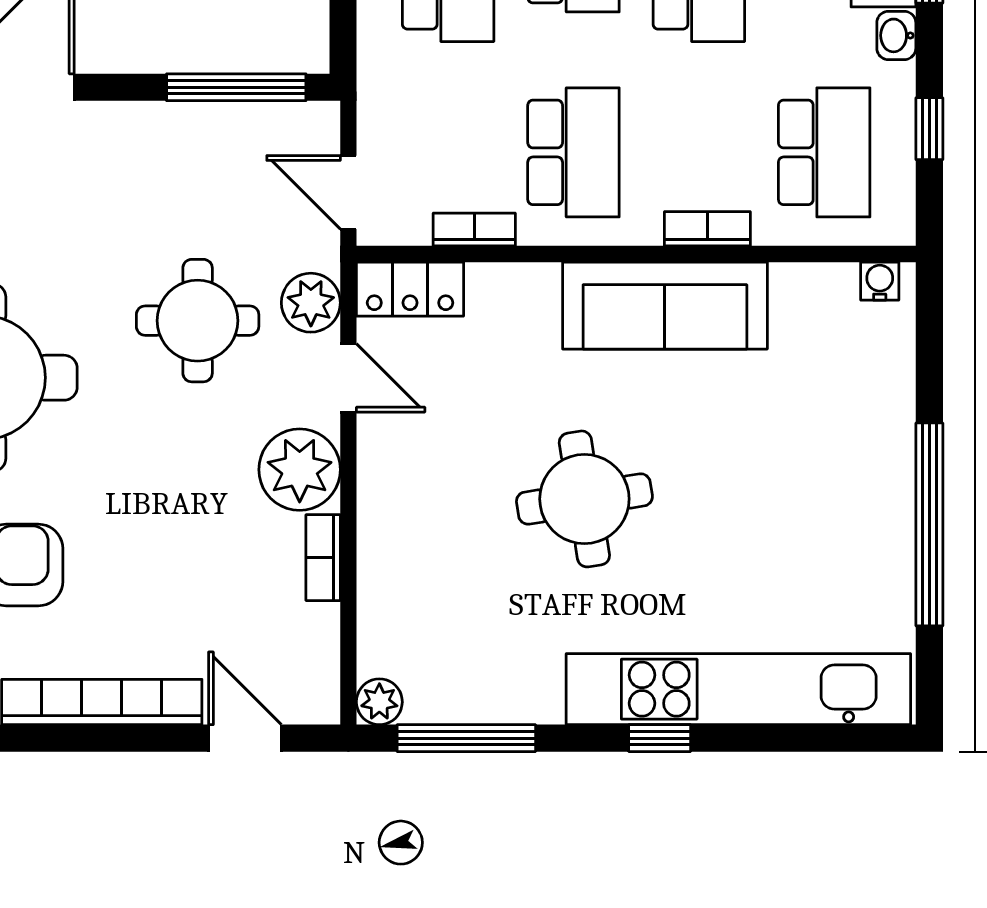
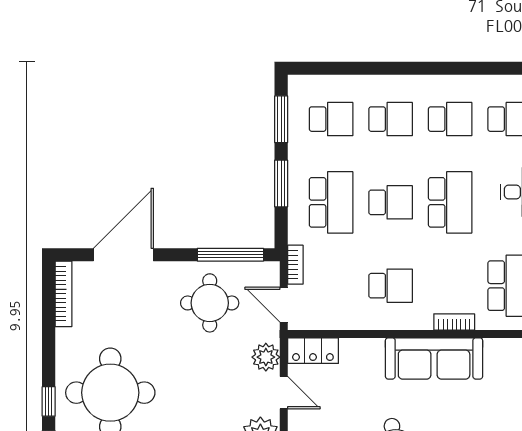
school desk: (573, 152) -> (391, 286), width x0.54
bookcase: (474, 230) -> (295, 265), moved, turned 90
round table: (198, 321) -> (210, 303), moved

